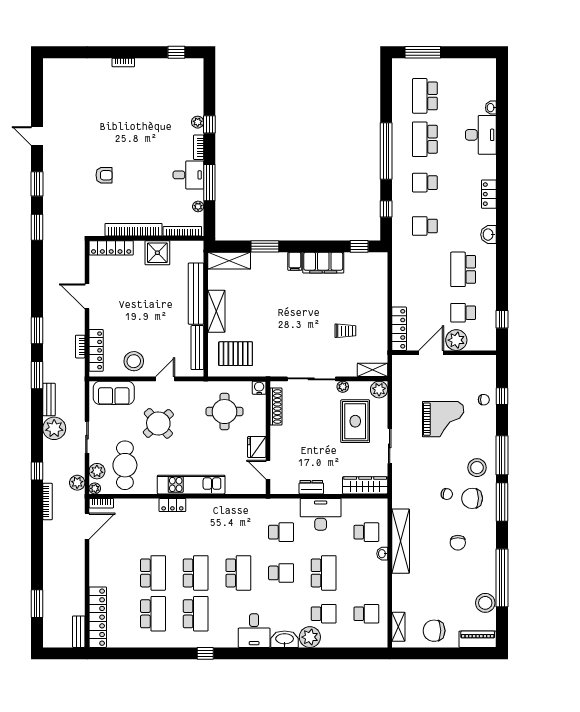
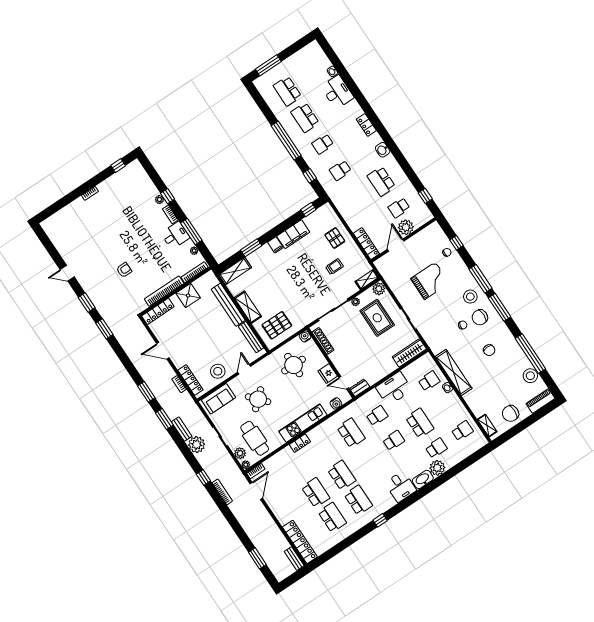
pallet: (368, 299) -> (335, 238), added
plant: (77, 483) -> (233, 468), removed
water cooler: (244, 487) -> (336, 403), added
dresser: (311, 487) -> (360, 388), moved
school desk: (238, 573) -> (351, 433), moved

